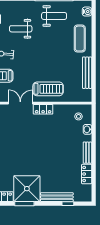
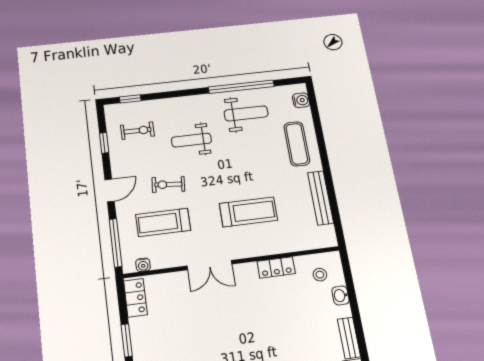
treadmill: (48, 89) -> (248, 212), moved
double door: (20, 103) -> (209, 265), swing flipped
locker: (43, 109) -> (276, 267), moved

